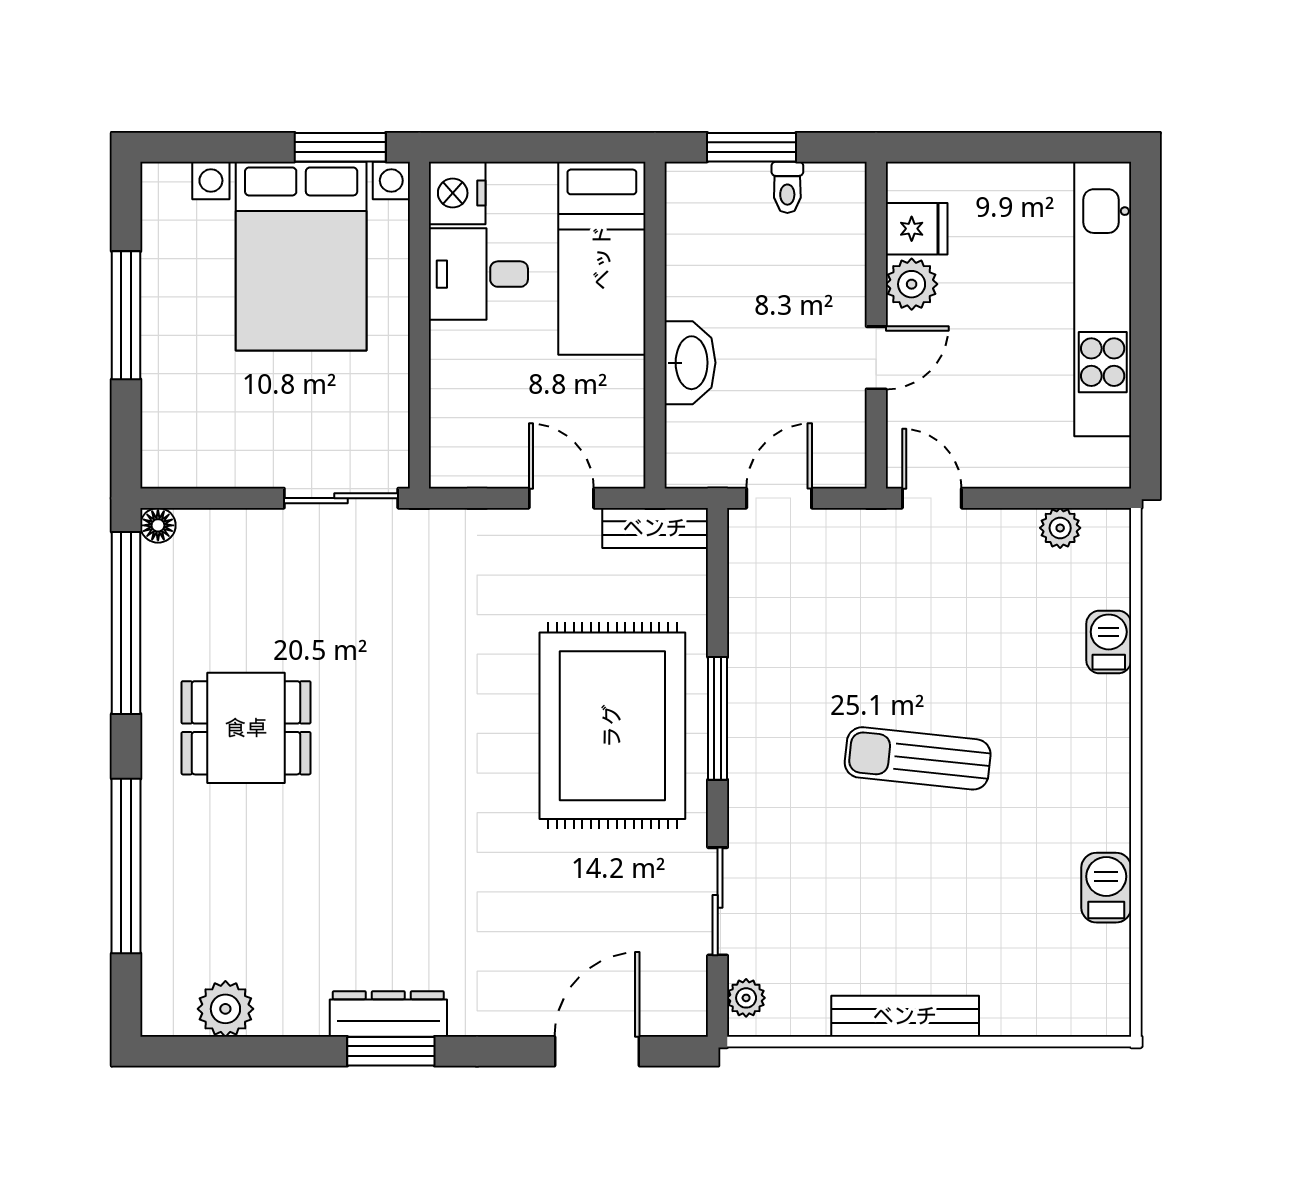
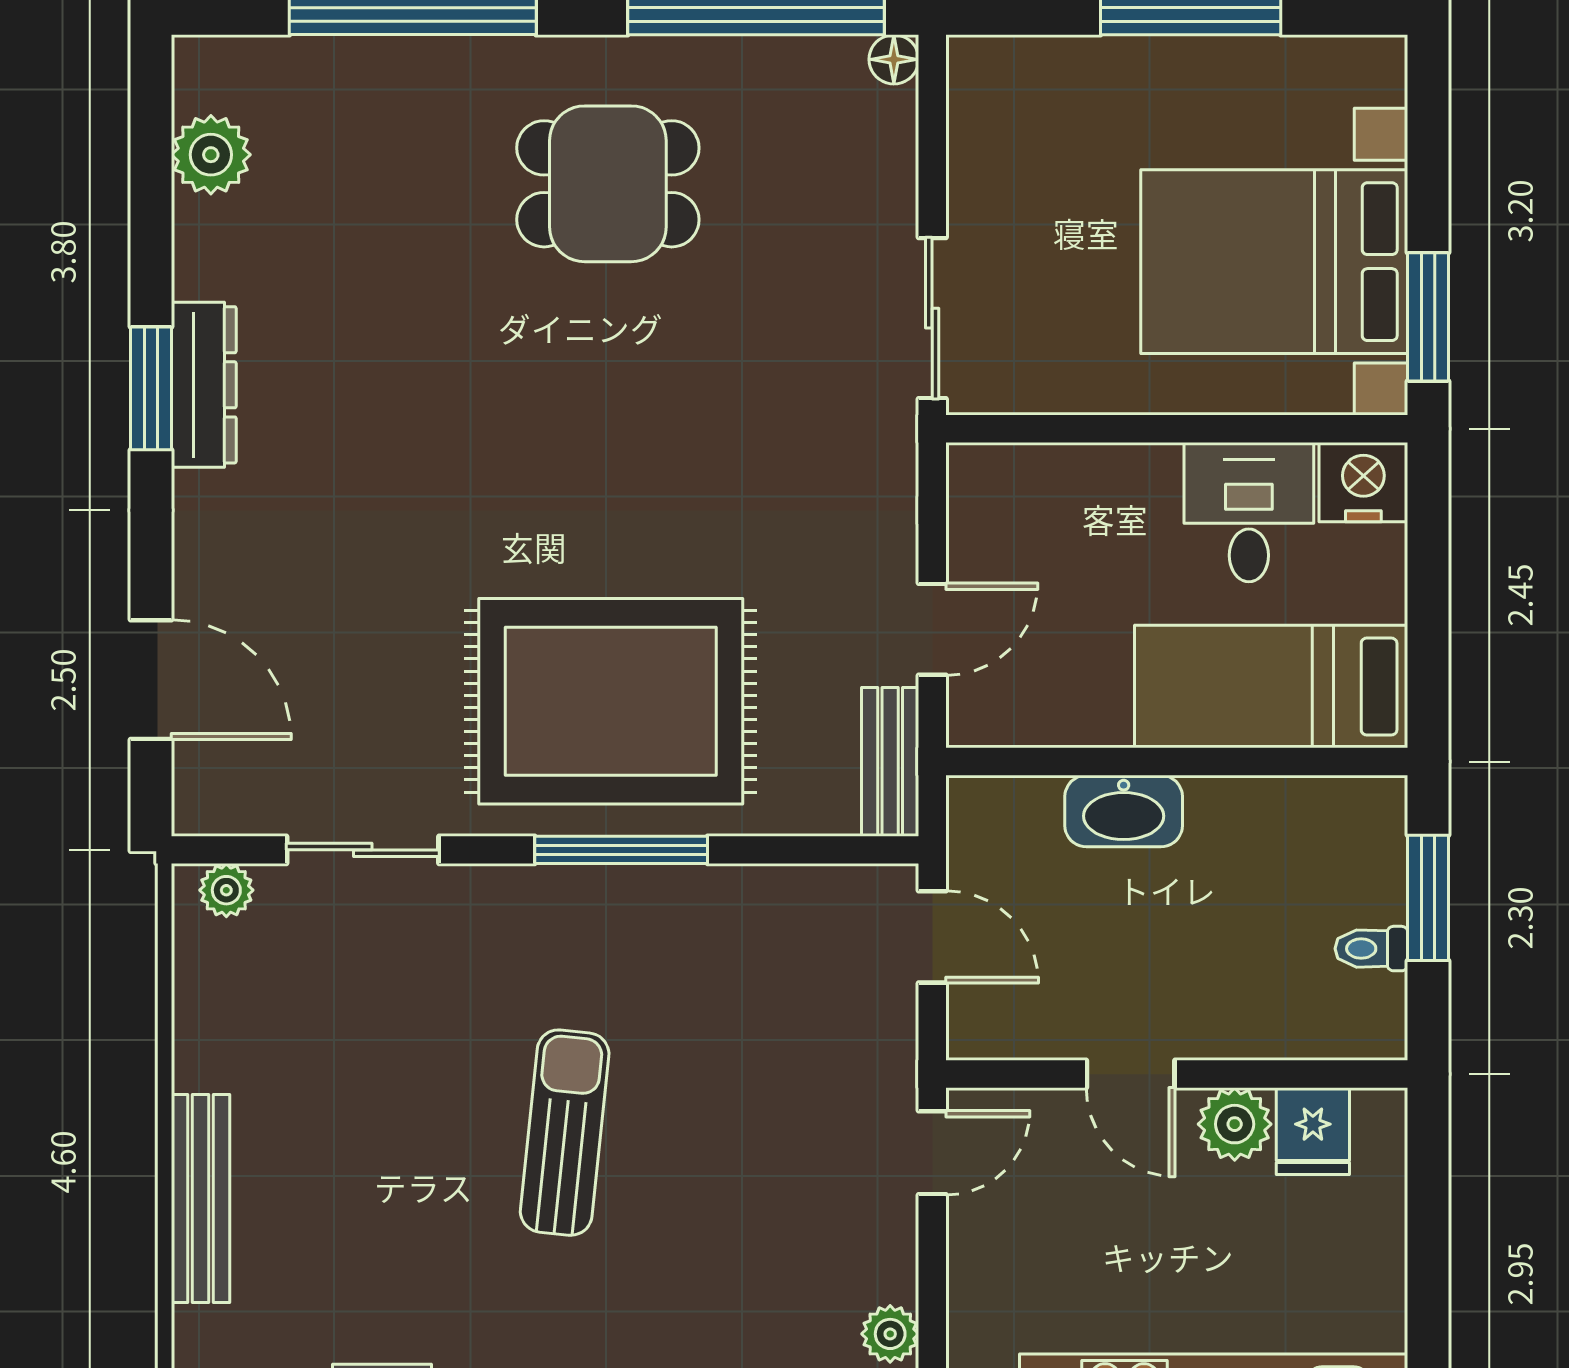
dining table: (246, 728) -> (608, 184), turned 90
bench: (905, 1016) -> (201, 1199), moved

